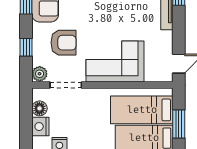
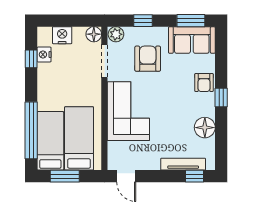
armchair: (63, 43) -> (148, 59), turned 180
floor lamp: (39, 108) -> (94, 34), moved

